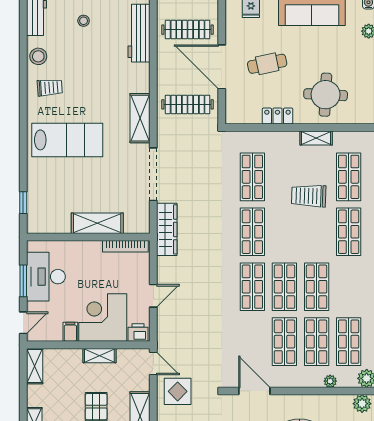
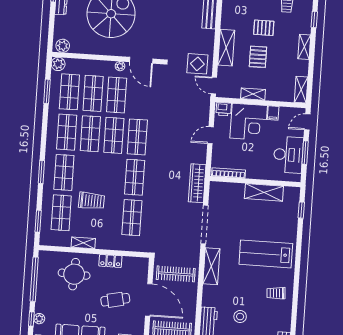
stool: (38, 56) -> (240, 317), moved
shelving: (97, 223) -> (264, 192), moved
shop shelf: (349, 287) -> (67, 132), added
plant: (330, 381) -> (120, 66), moved

